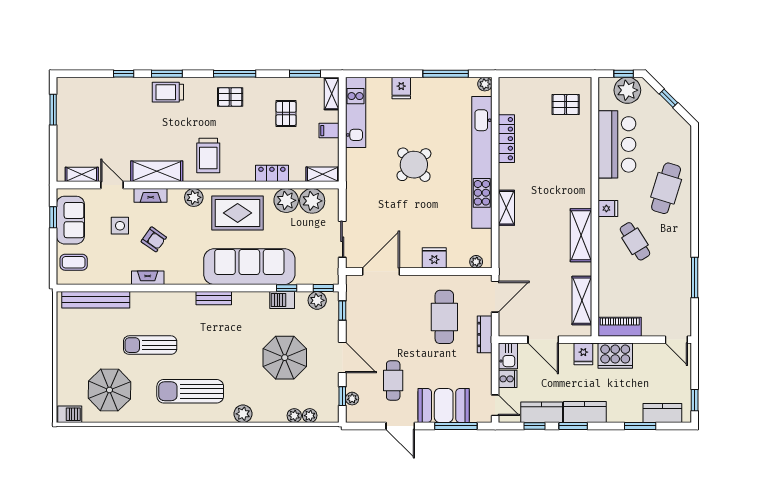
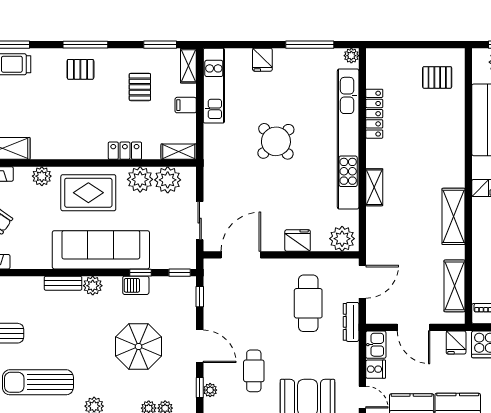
trolley: (208, 155) -> (57, 132), removed
plant: (476, 262) -> (342, 239), width x1.88, depth x1.88
plant: (317, 300) -> (93, 286), moved

